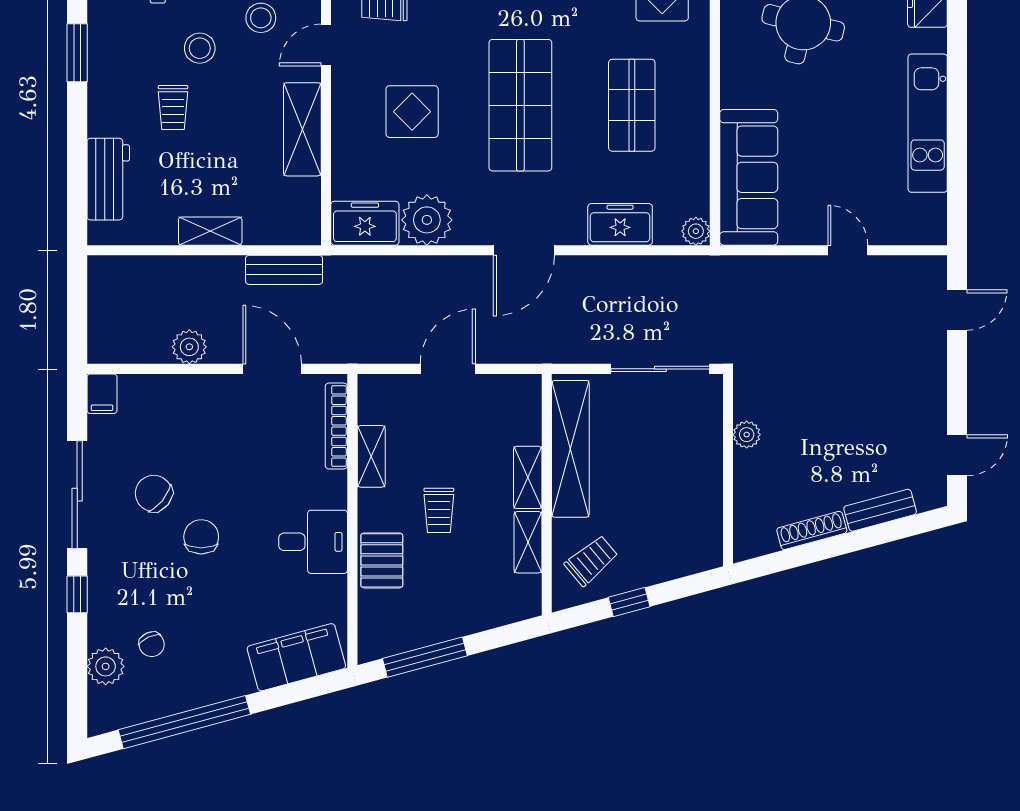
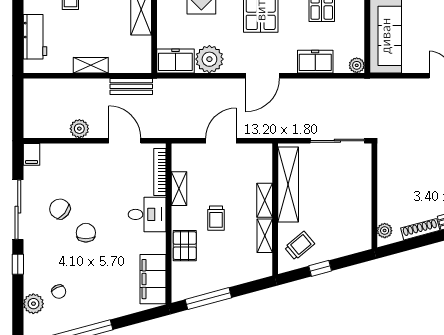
plant: (747, 435) -> (385, 231), moved
desk: (313, 542) -> (147, 214), moved
filing cabinet: (296, 657) -> (153, 279), moved, turned -75

